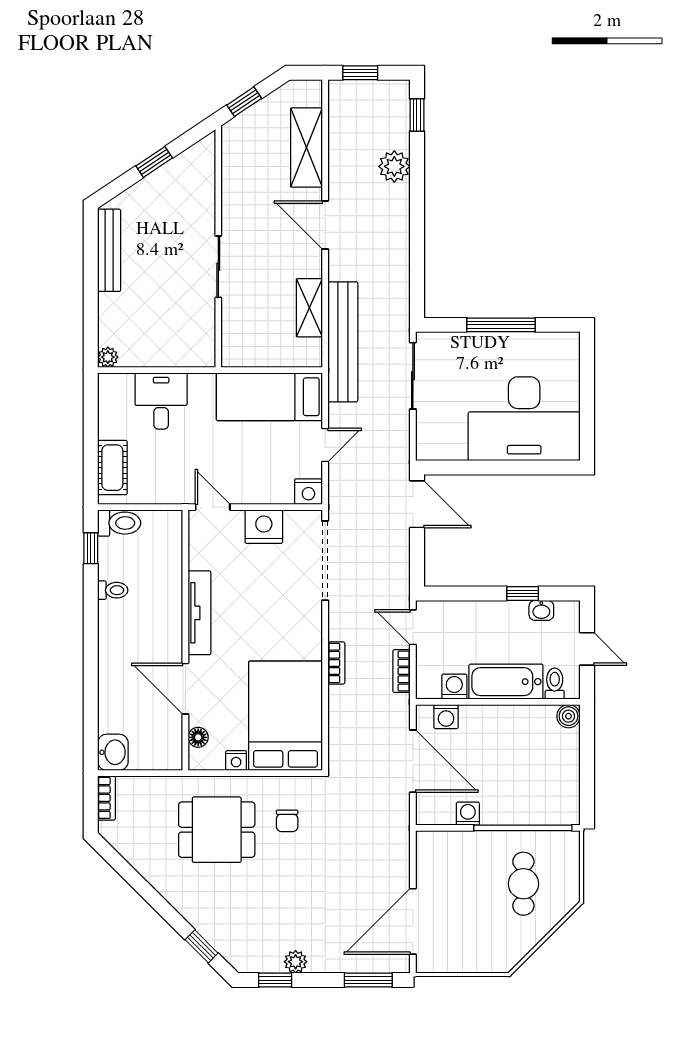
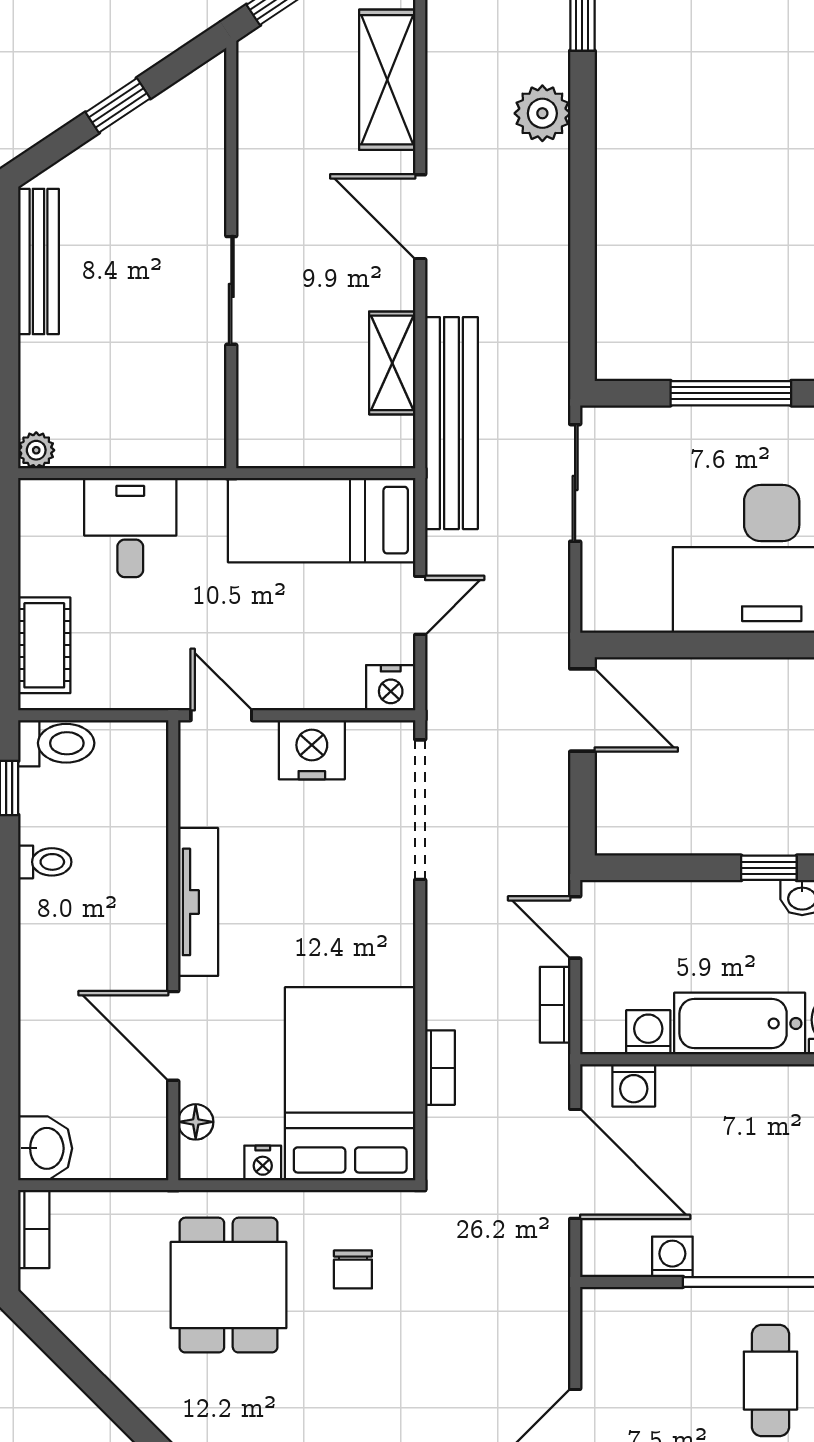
bookcase: (336, 663) -> (440, 1068), moved
dining table: (217, 830) -> (228, 1285), turned 90

